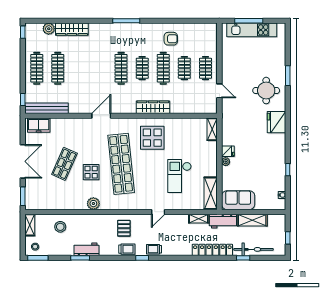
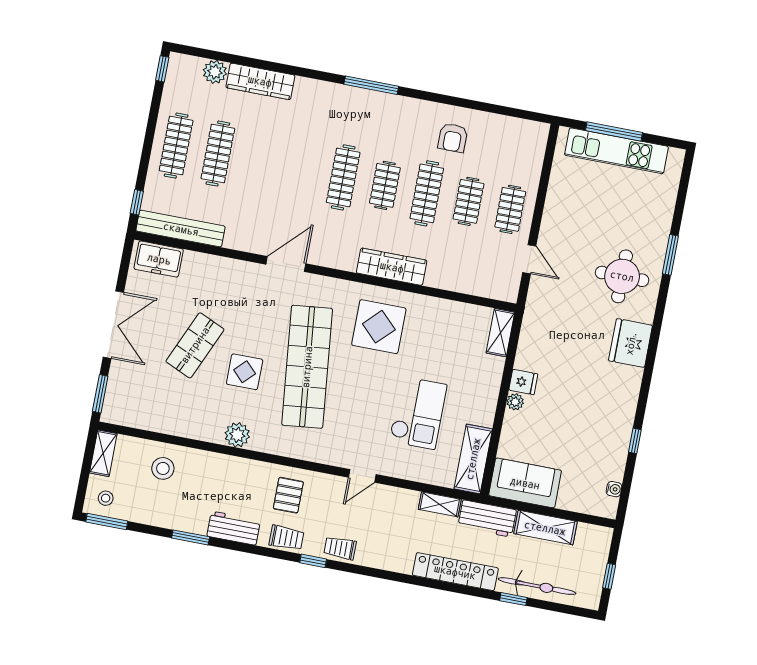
armchair: (171, 39) -> (453, 138), turned 90
checkout: (179, 176) -> (418, 413), turned 180
workbench: (86, 249) -> (234, 528), moved

